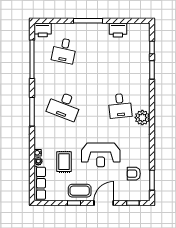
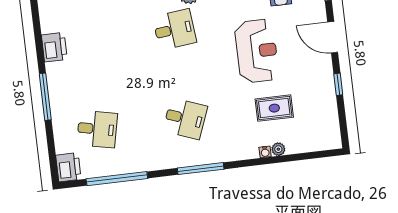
desk: (64, 106) -> (185, 119), width x0.73
row of seats: (40, 183) -> (313, 143), removed
coffee table: (80, 191) -> (318, 78), removed

